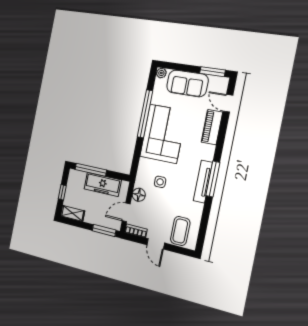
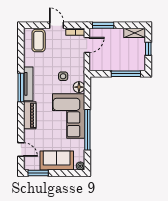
piano: (212, 127) -> (30, 115), moved
freezer: (103, 184) -> (113, 63), removed
floor lamp: (139, 195) -> (79, 87), moved

